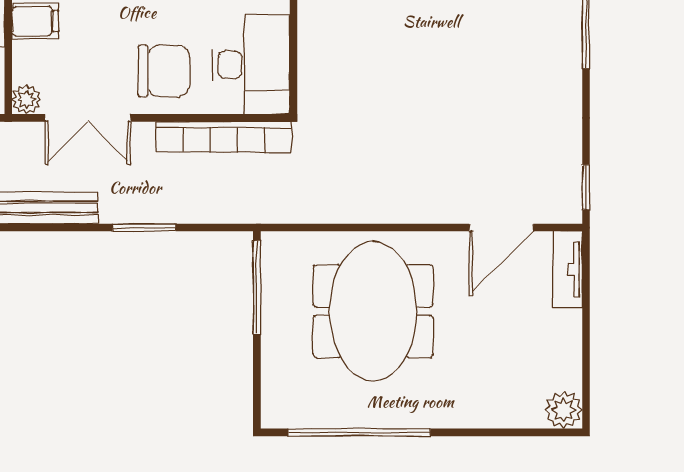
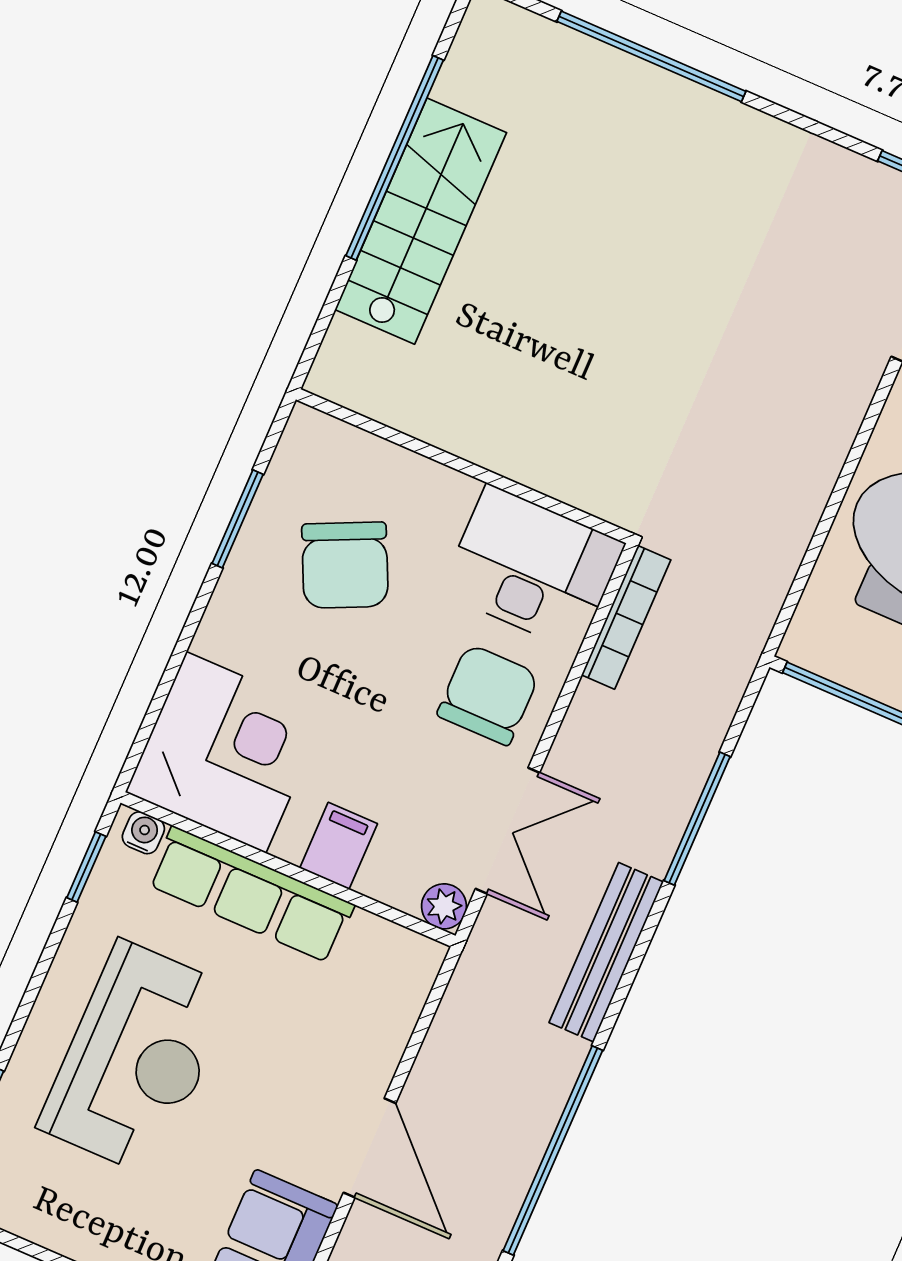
bookcase: (224, 137) -> (626, 617), width x0.68, depth x0.76
window: (144, 228) -> (697, 819), width x1.44

